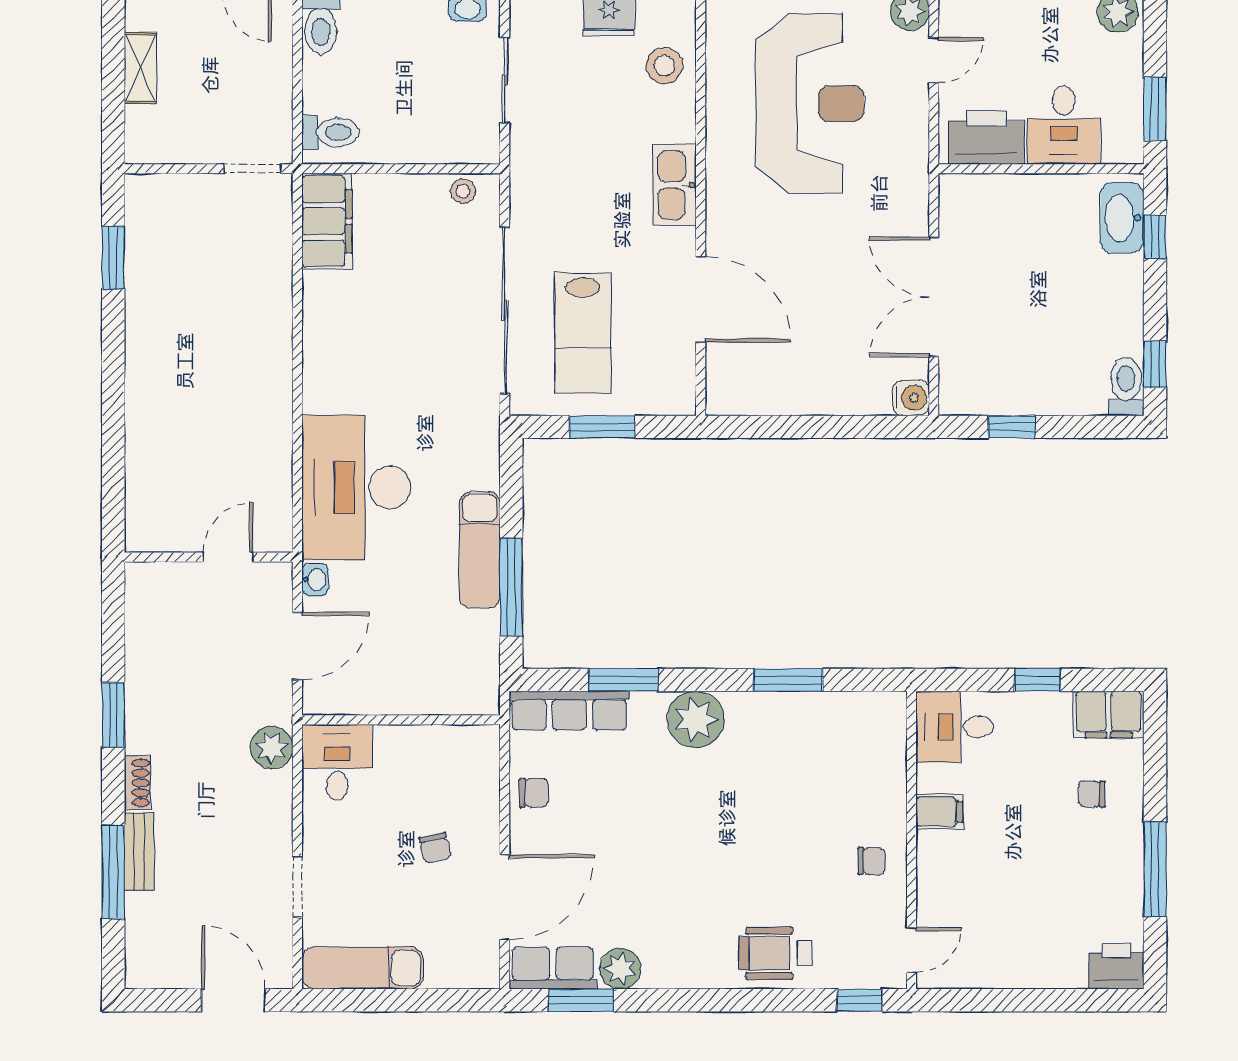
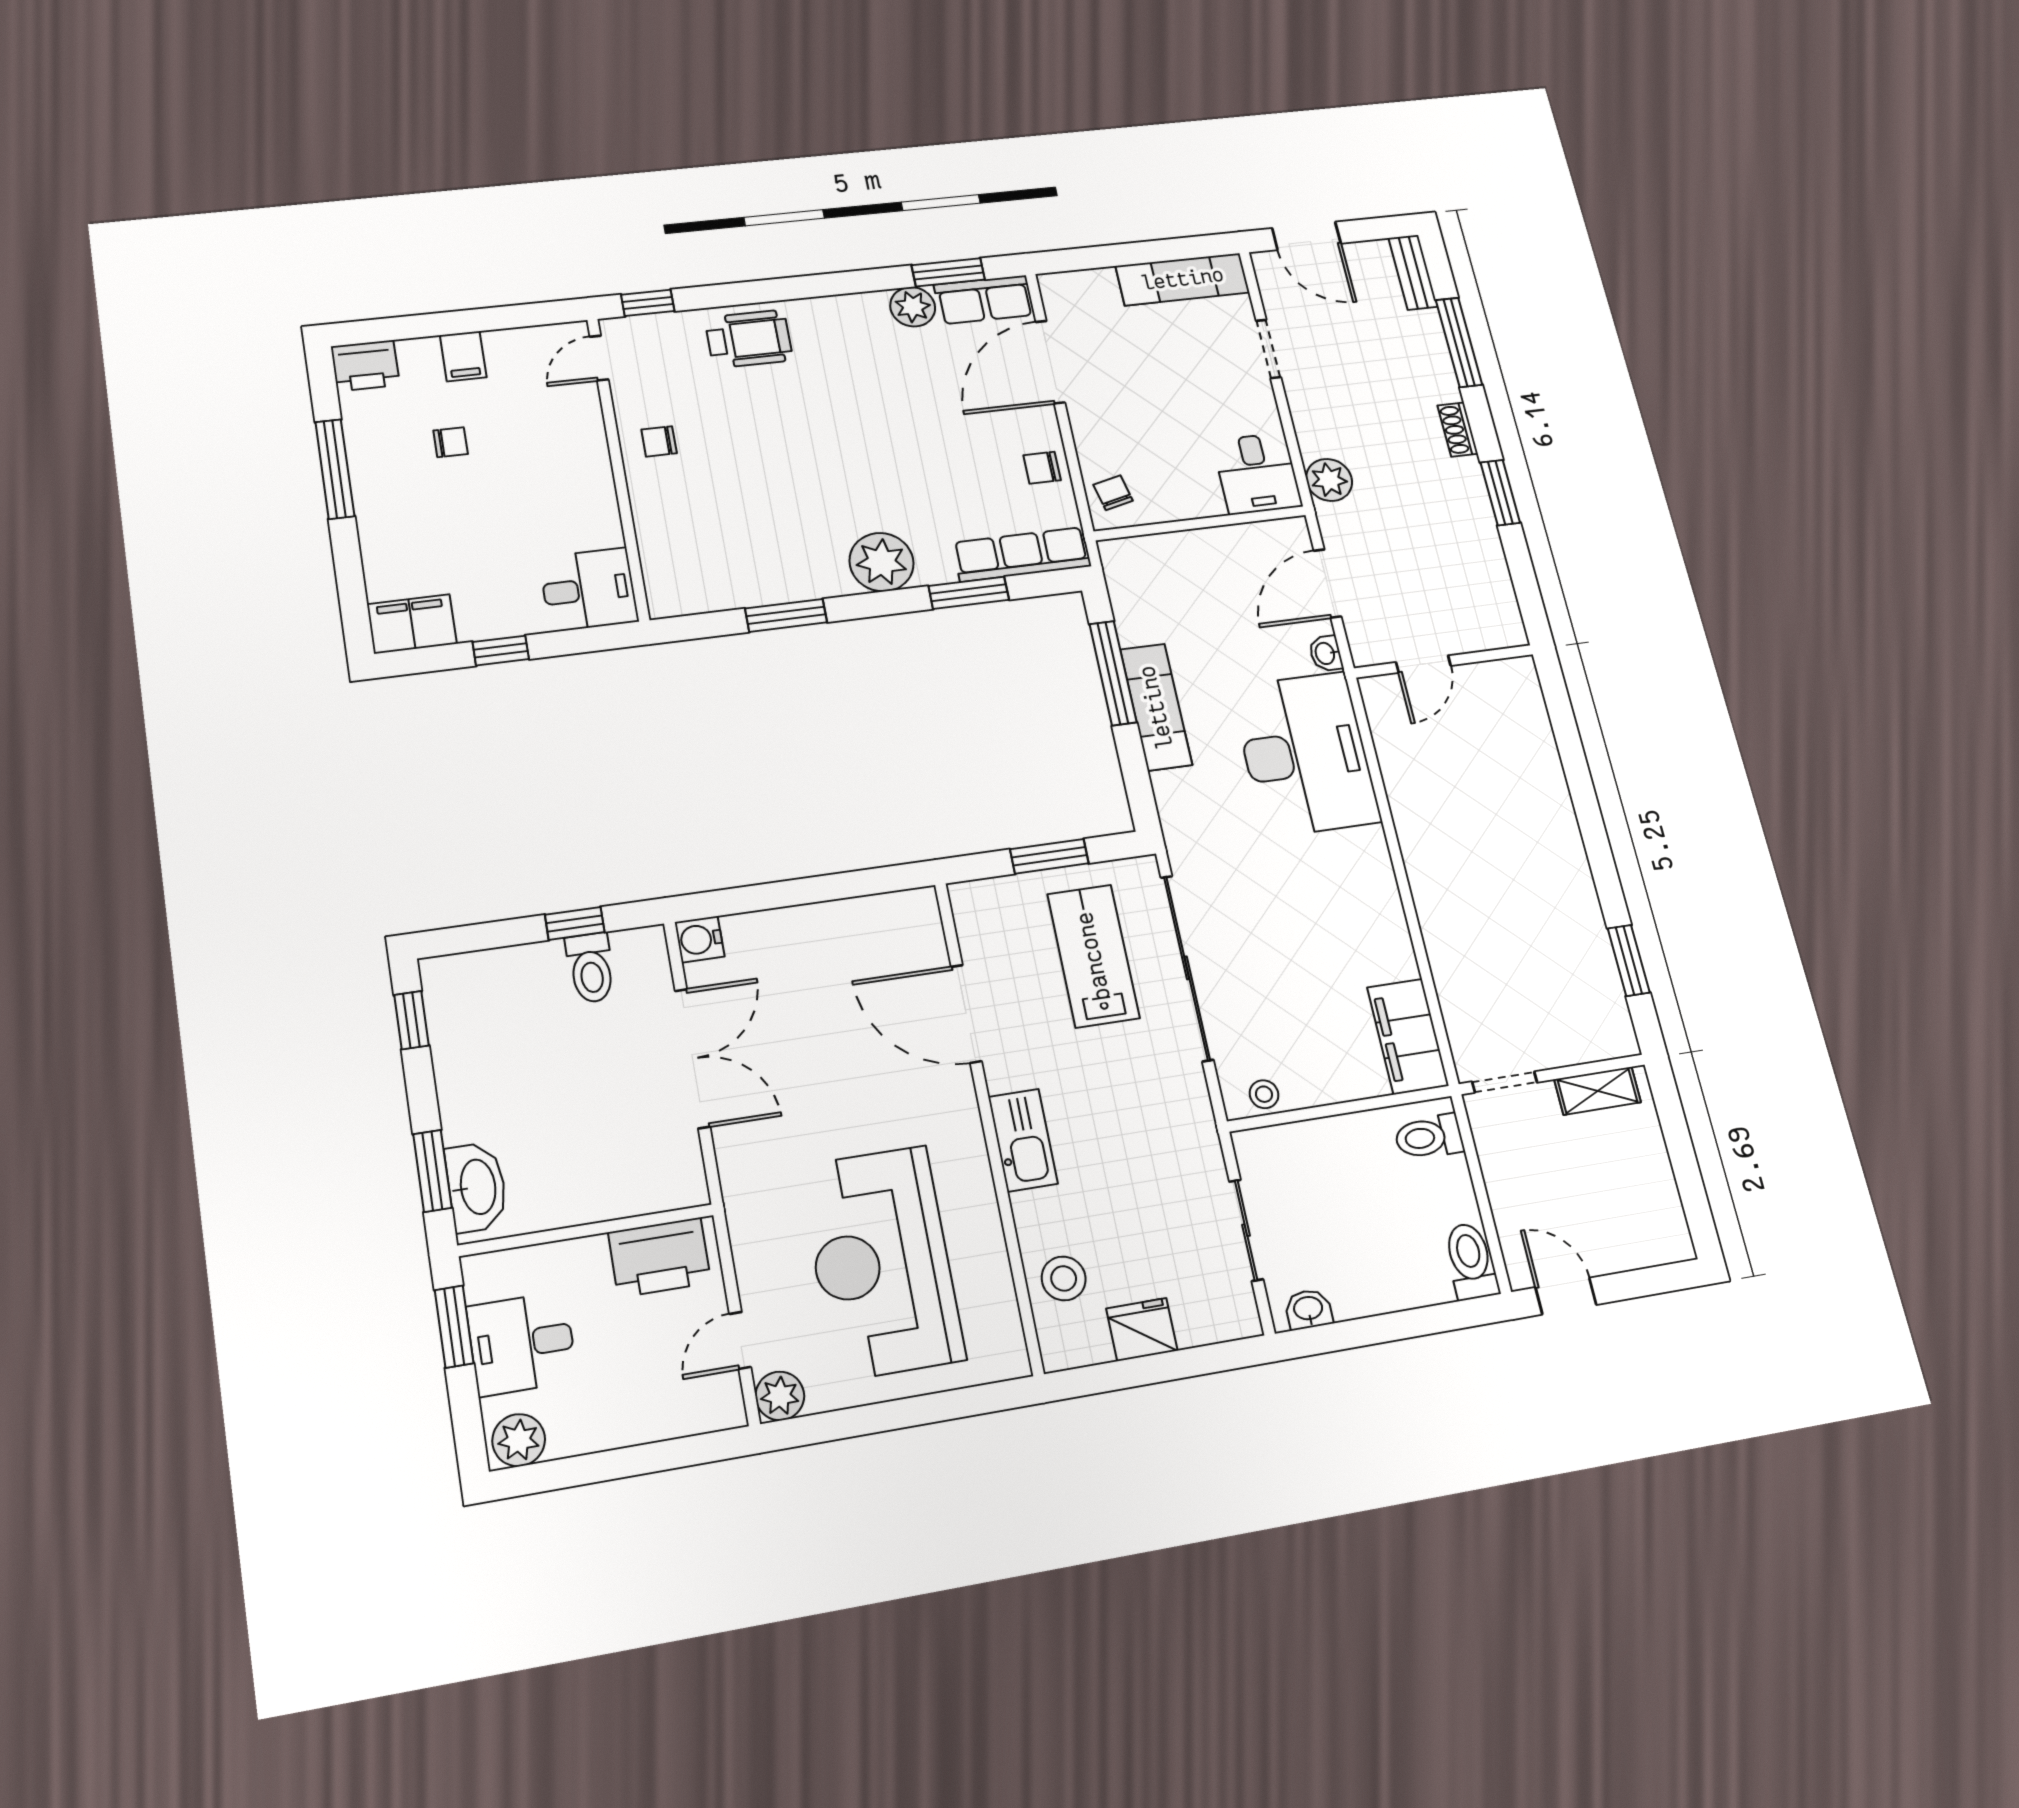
shelving: (140, 68) -> (1598, 1091), moved, turned 90
desk: (1064, 125) -> (522, 1344), moved, turned -90
window: (1155, 237) -> (432, 1171), width x1.50
toilet: (1126, 387) -> (591, 968), moved
chair: (1092, 794) -> (451, 442), moved
filing cabinet: (939, 812) -> (463, 356), moved, turned -90
chair: (435, 848) -> (1113, 493), moved
bench: (139, 852) -> (1413, 272), moved

